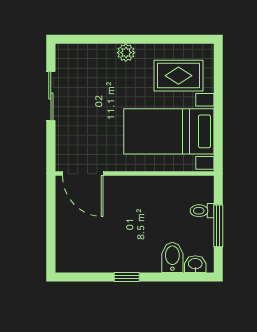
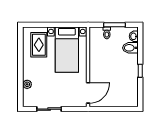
plant: (126, 53) -> (27, 84), moved

